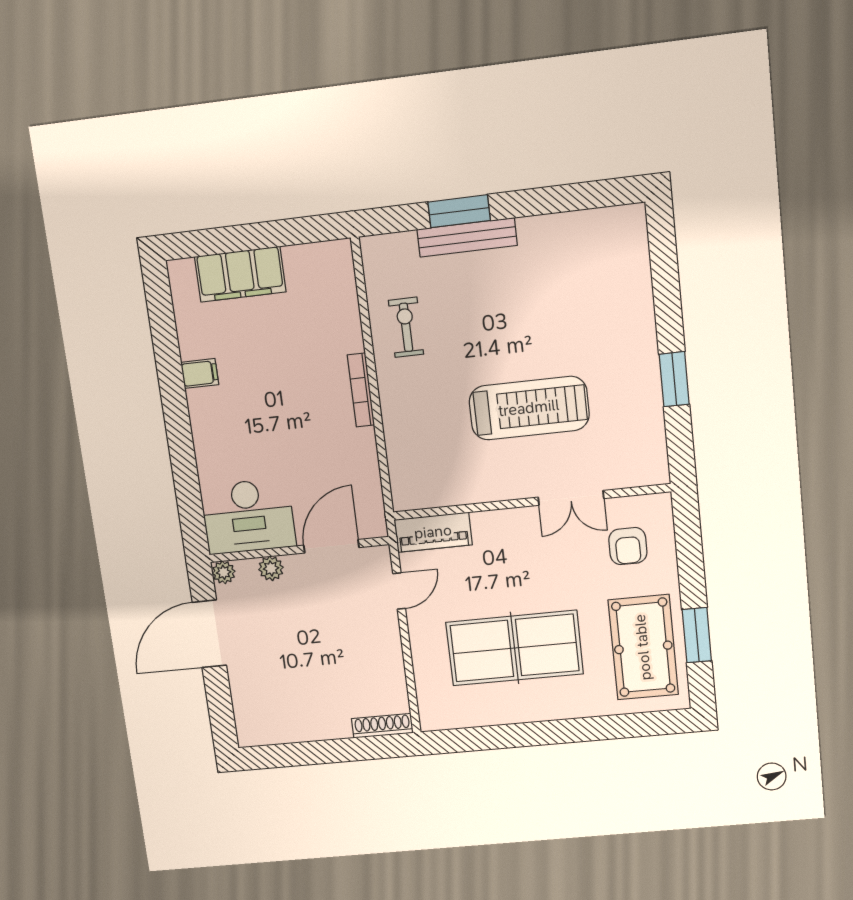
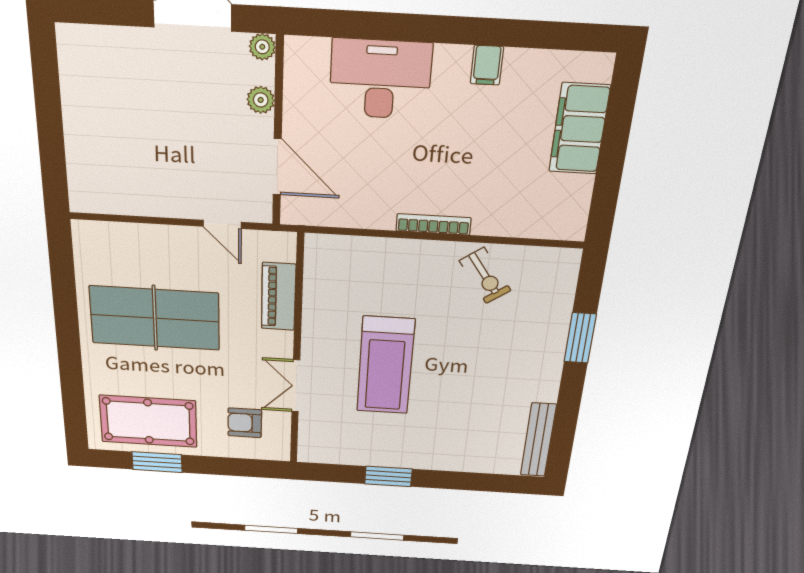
bench: (467, 237) -> (538, 440), moved
exercise bike: (406, 327) -> (485, 276), turned 55
desk: (248, 516) -> (380, 79), moved, turned 90
piano: (433, 532) -> (279, 297), moved
table tennis table: (515, 648) -> (155, 318), turned 90
shoe rack: (382, 726) -> (78, 183), removed

